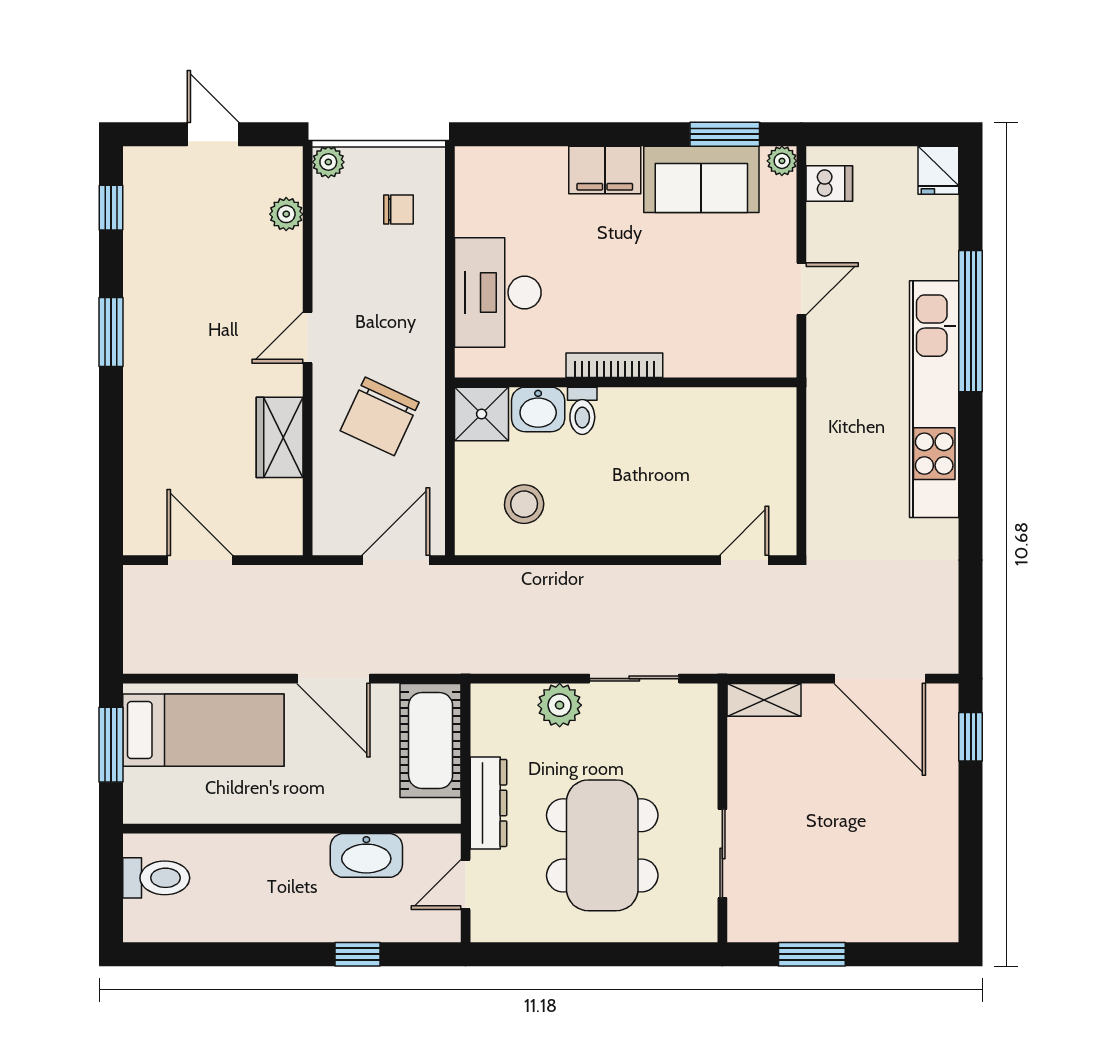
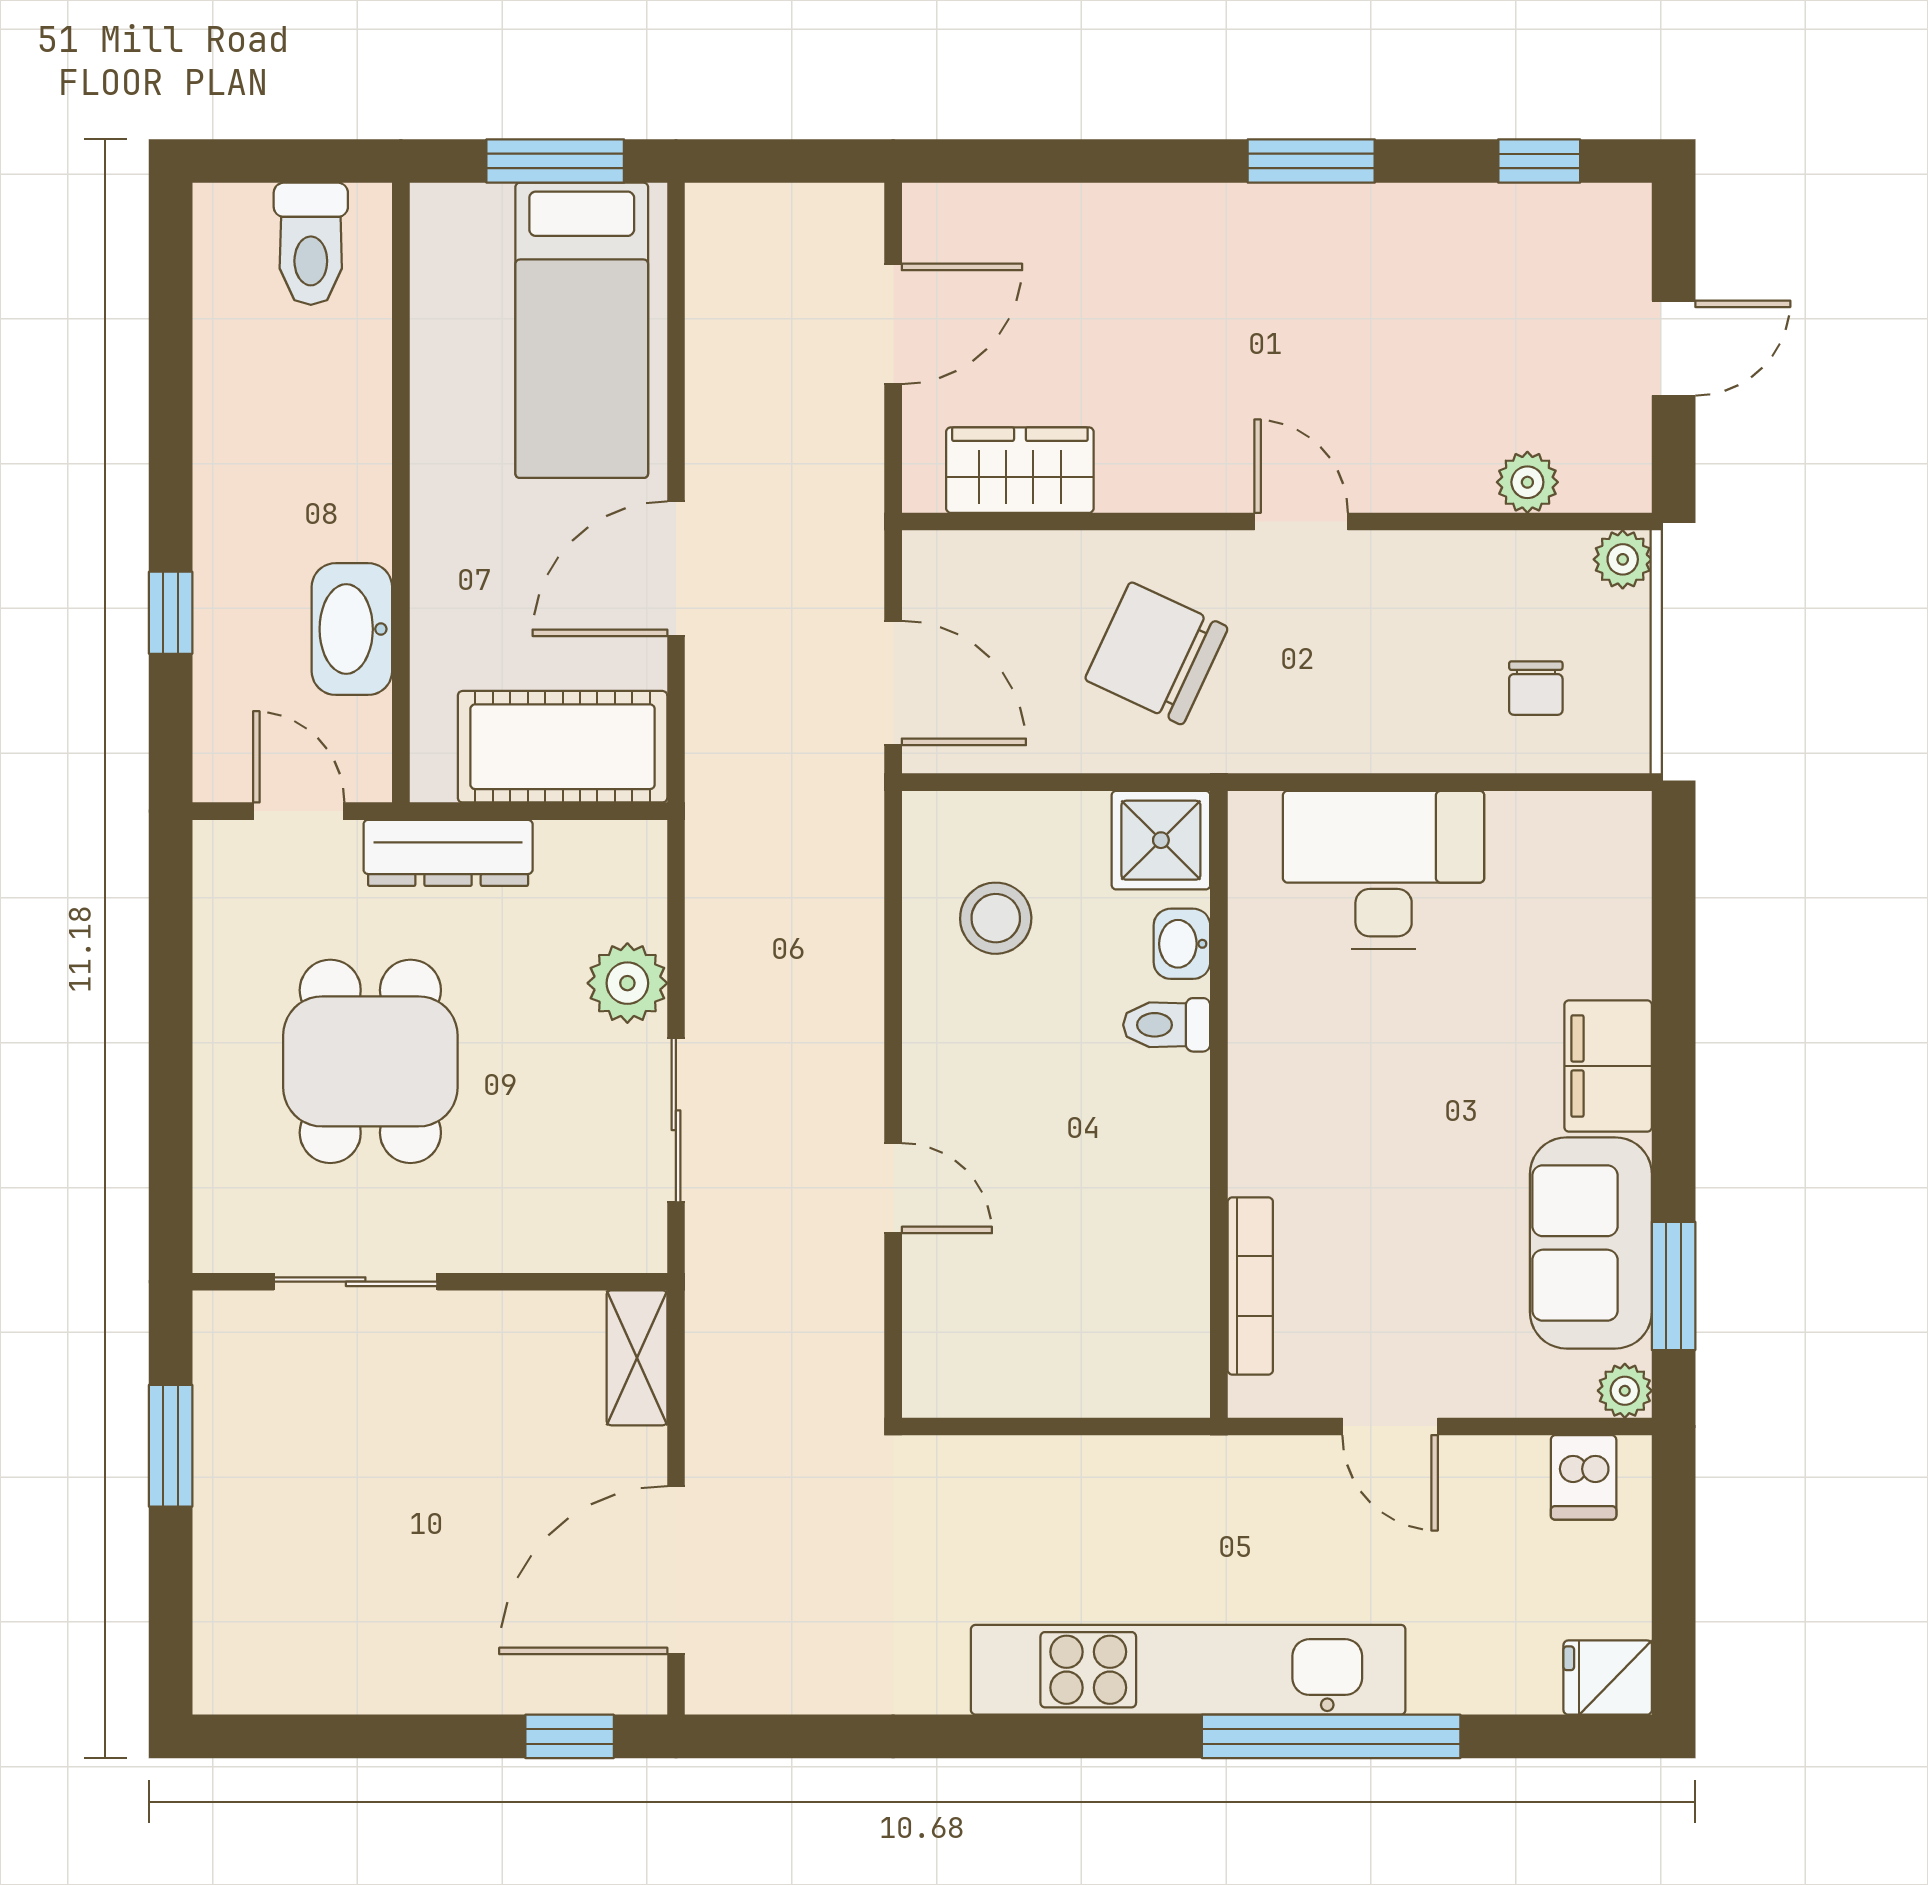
bookcase: (614, 365) -> (1250, 1286), moved
washbasin: (538, 409) -> (1182, 944), width x0.72, depth x0.69
wardrobe: (280, 437) -> (1020, 470), moved
door: (744, 560) -> (893, 1188), moved
dining table: (602, 845) -> (370, 1061), width x0.73

